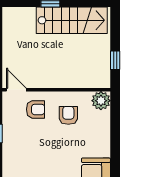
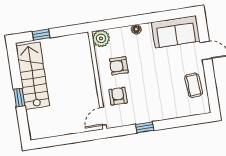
window: (115, 60) -> (41, 35), moved
floor lamp: (105, 140) -> (136, 29), added

